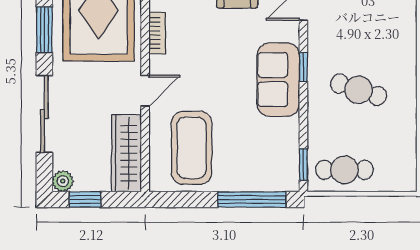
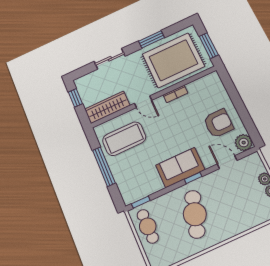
cafe table: (359, 90) -> (195, 214), width x1.37, depth x1.35
sliding door: (44, 114) -> (110, 59), width x0.73
plant: (63, 181) -> (80, 83), removed
window: (252, 199) -> (104, 167), moved

